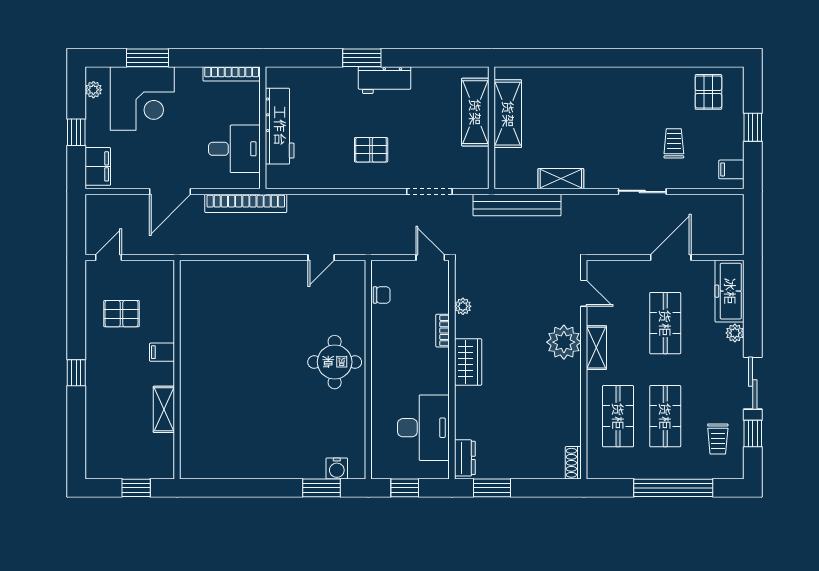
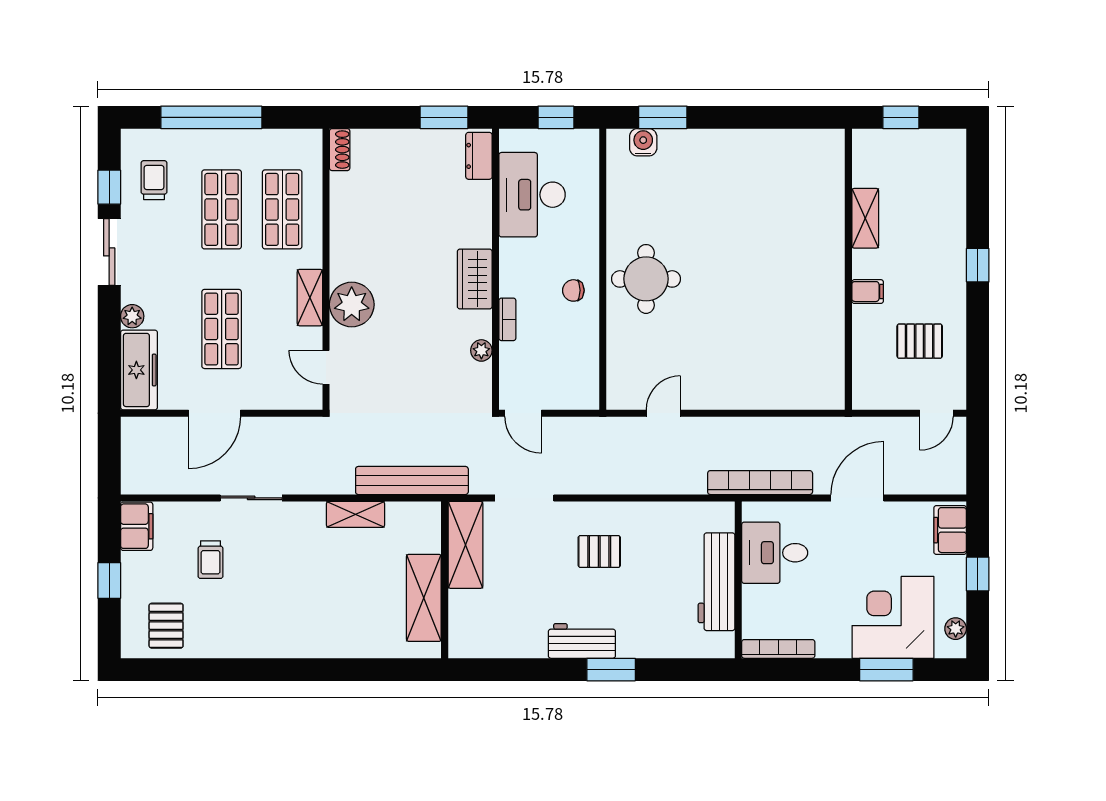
shelving: (475, 112) -> (465, 545), moved
filing cabinet: (731, 169) -> (137, 526), width x2.00
chair: (382, 295) -> (573, 290), moved

